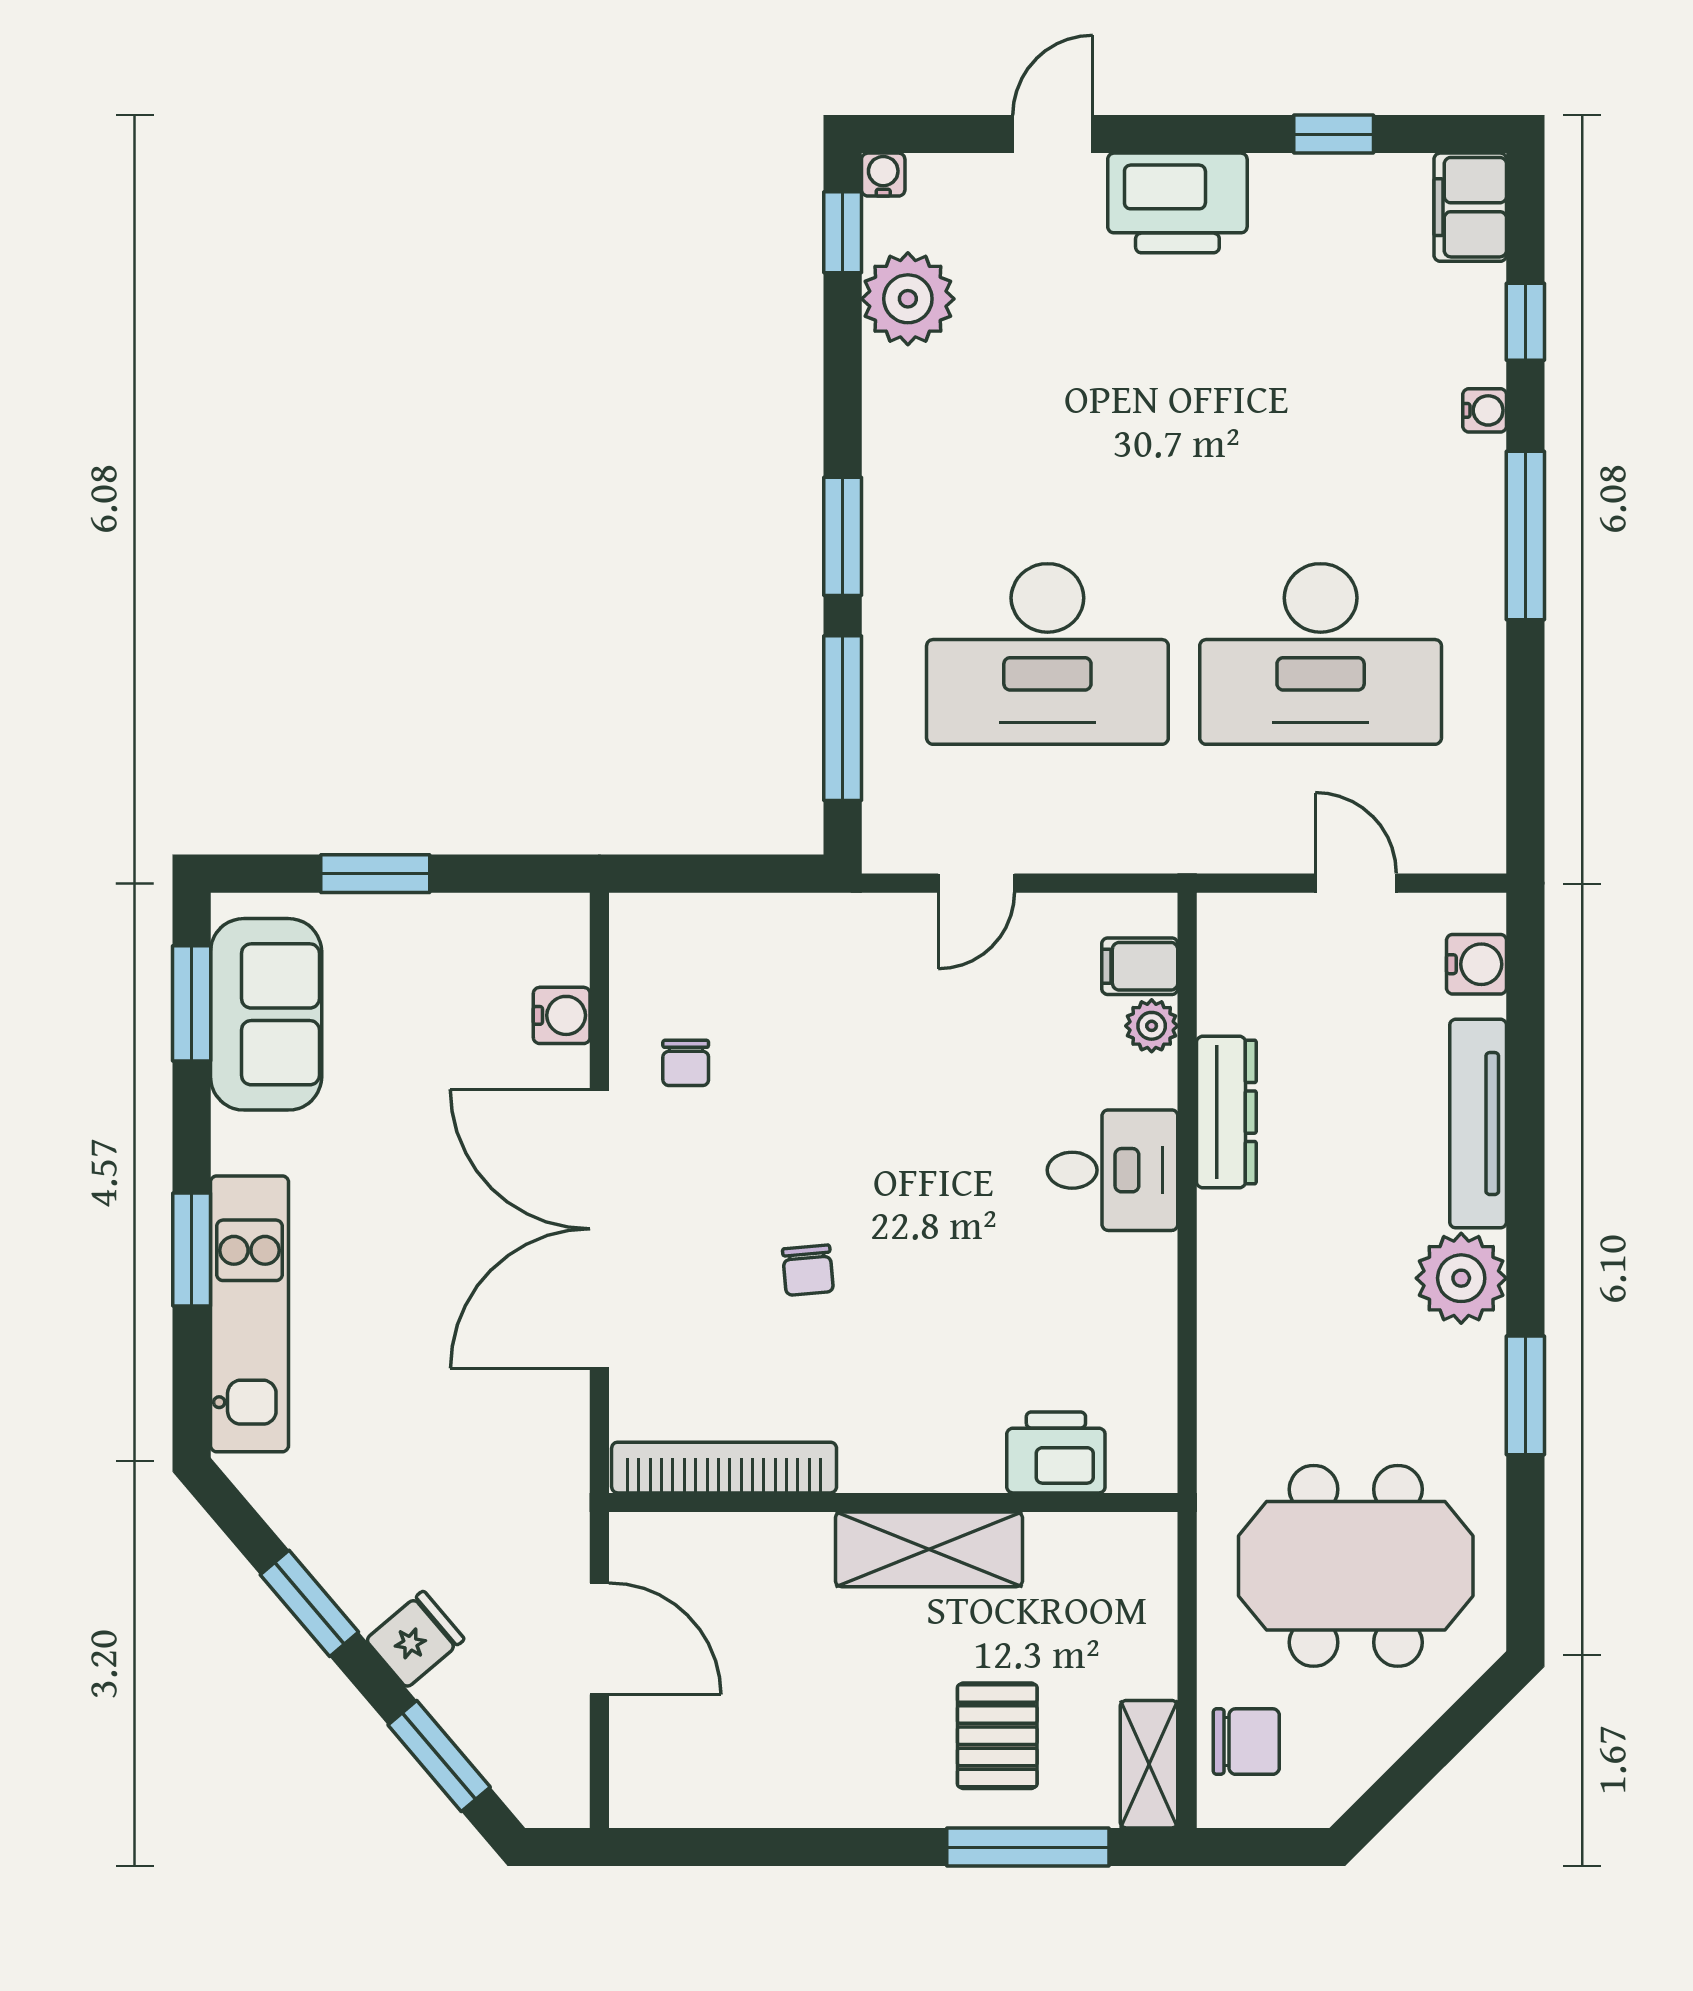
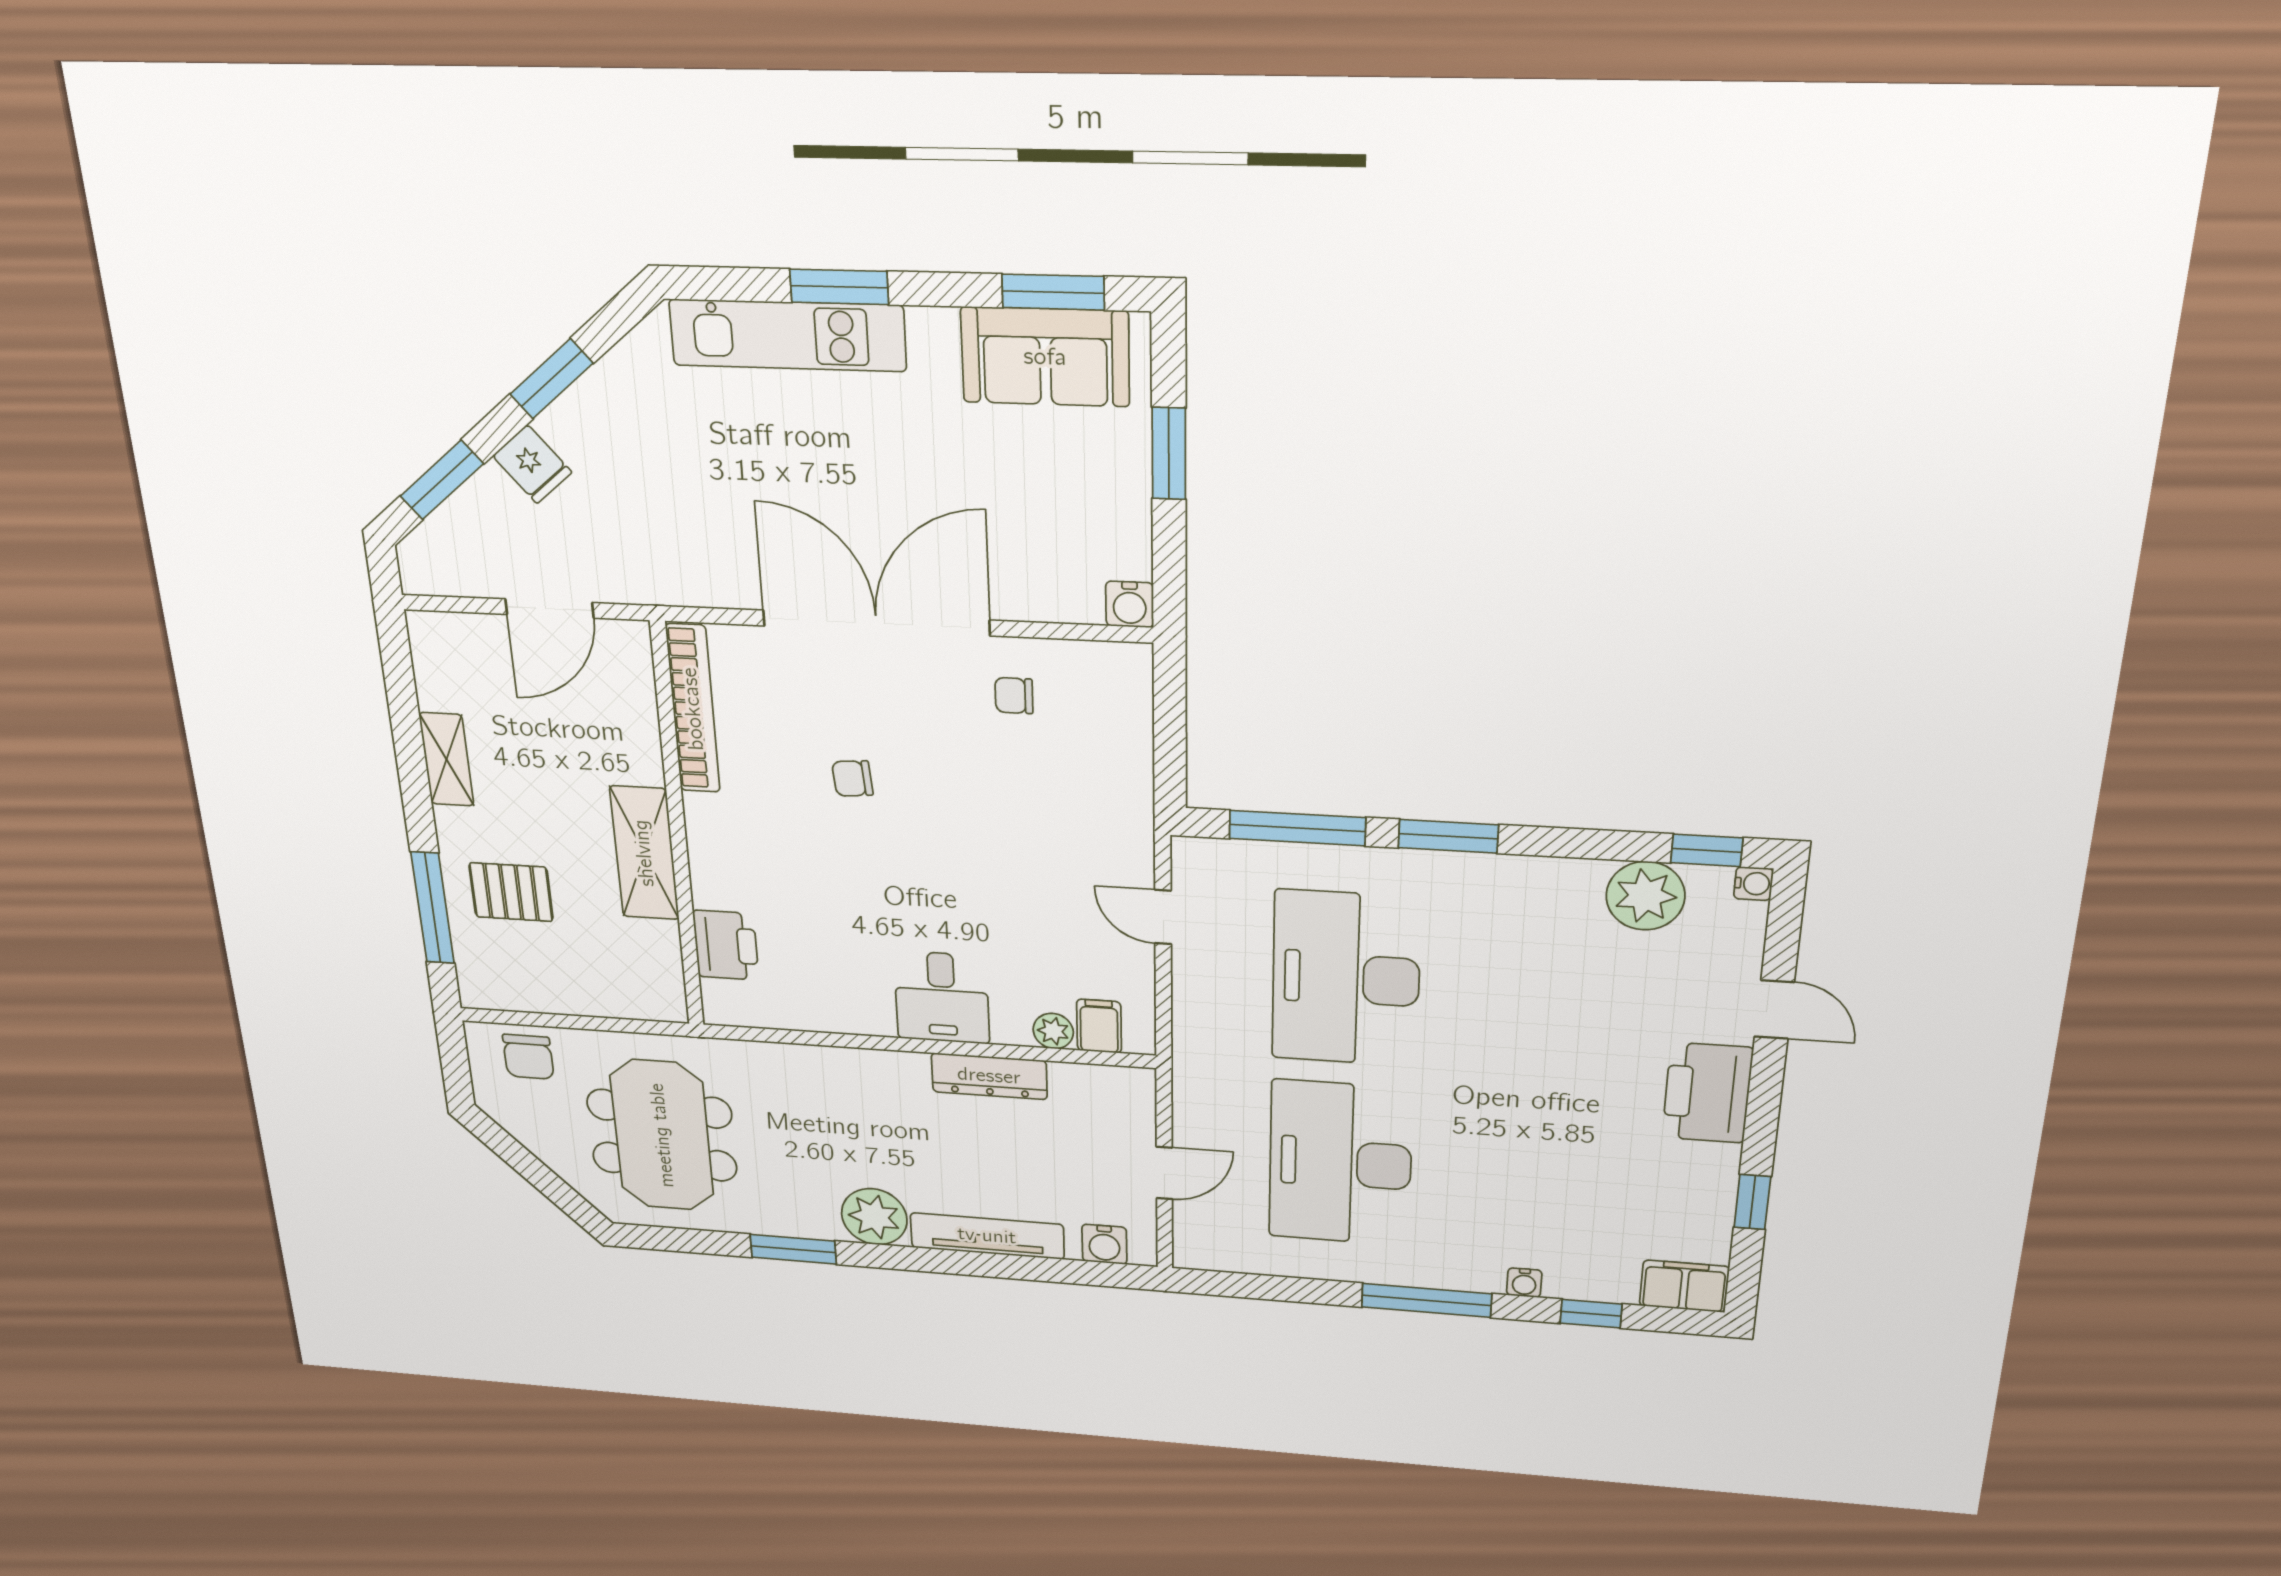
water cooler: (562, 1015) -> (1130, 604), moved
shelving: (1149, 1764) -> (446, 759), moved, turned 90

